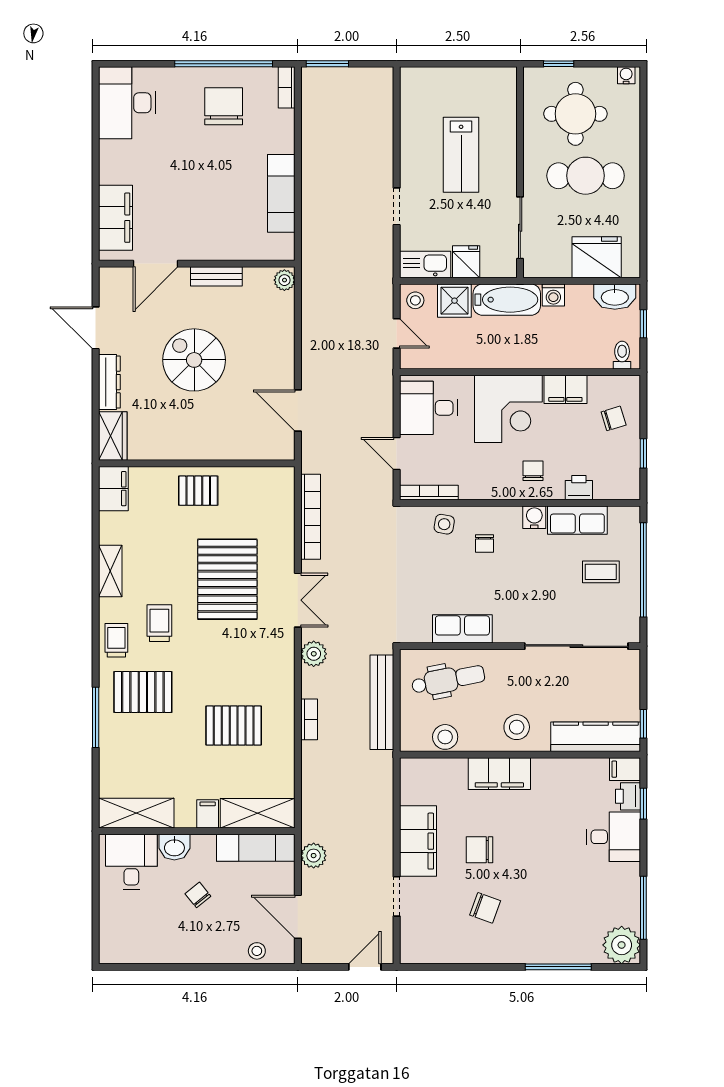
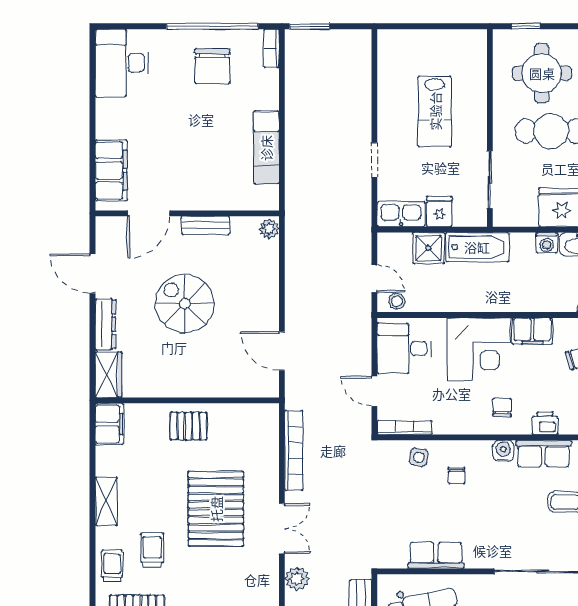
chair: (224, 106) -> (212, 66), turned 180
washing machine: (553, 295) -> (547, 243), moved
stool: (415, 300) -> (397, 301), moved

